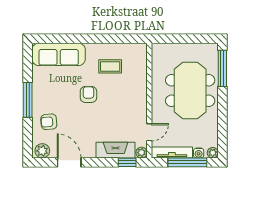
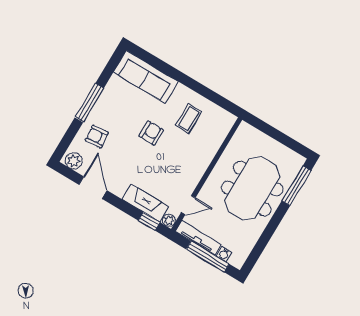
coffee table: (110, 66) -> (189, 119), turned 90
plant: (213, 153) -> (238, 262), removed

